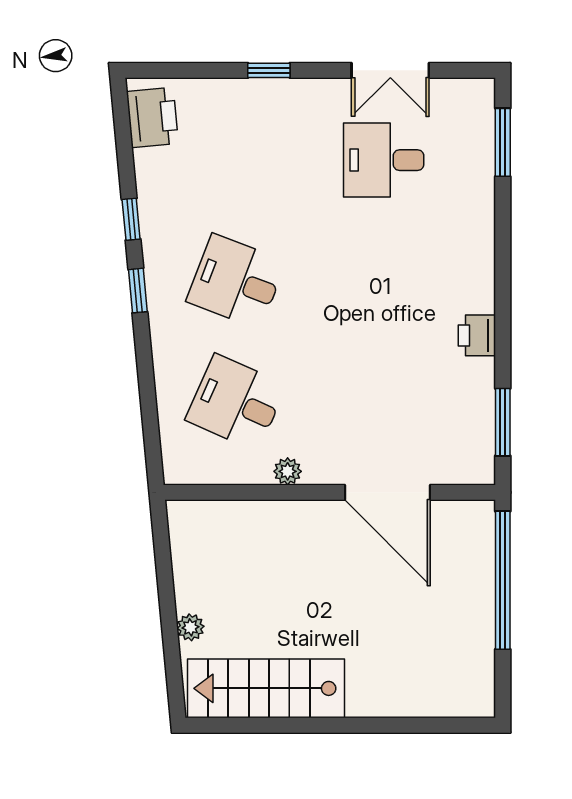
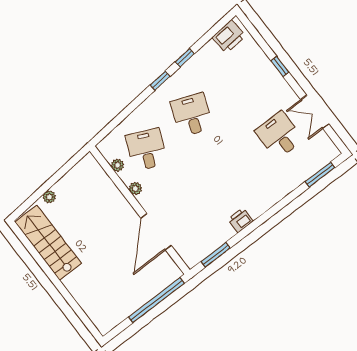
plant: (225, 471) -> (118, 165), added

